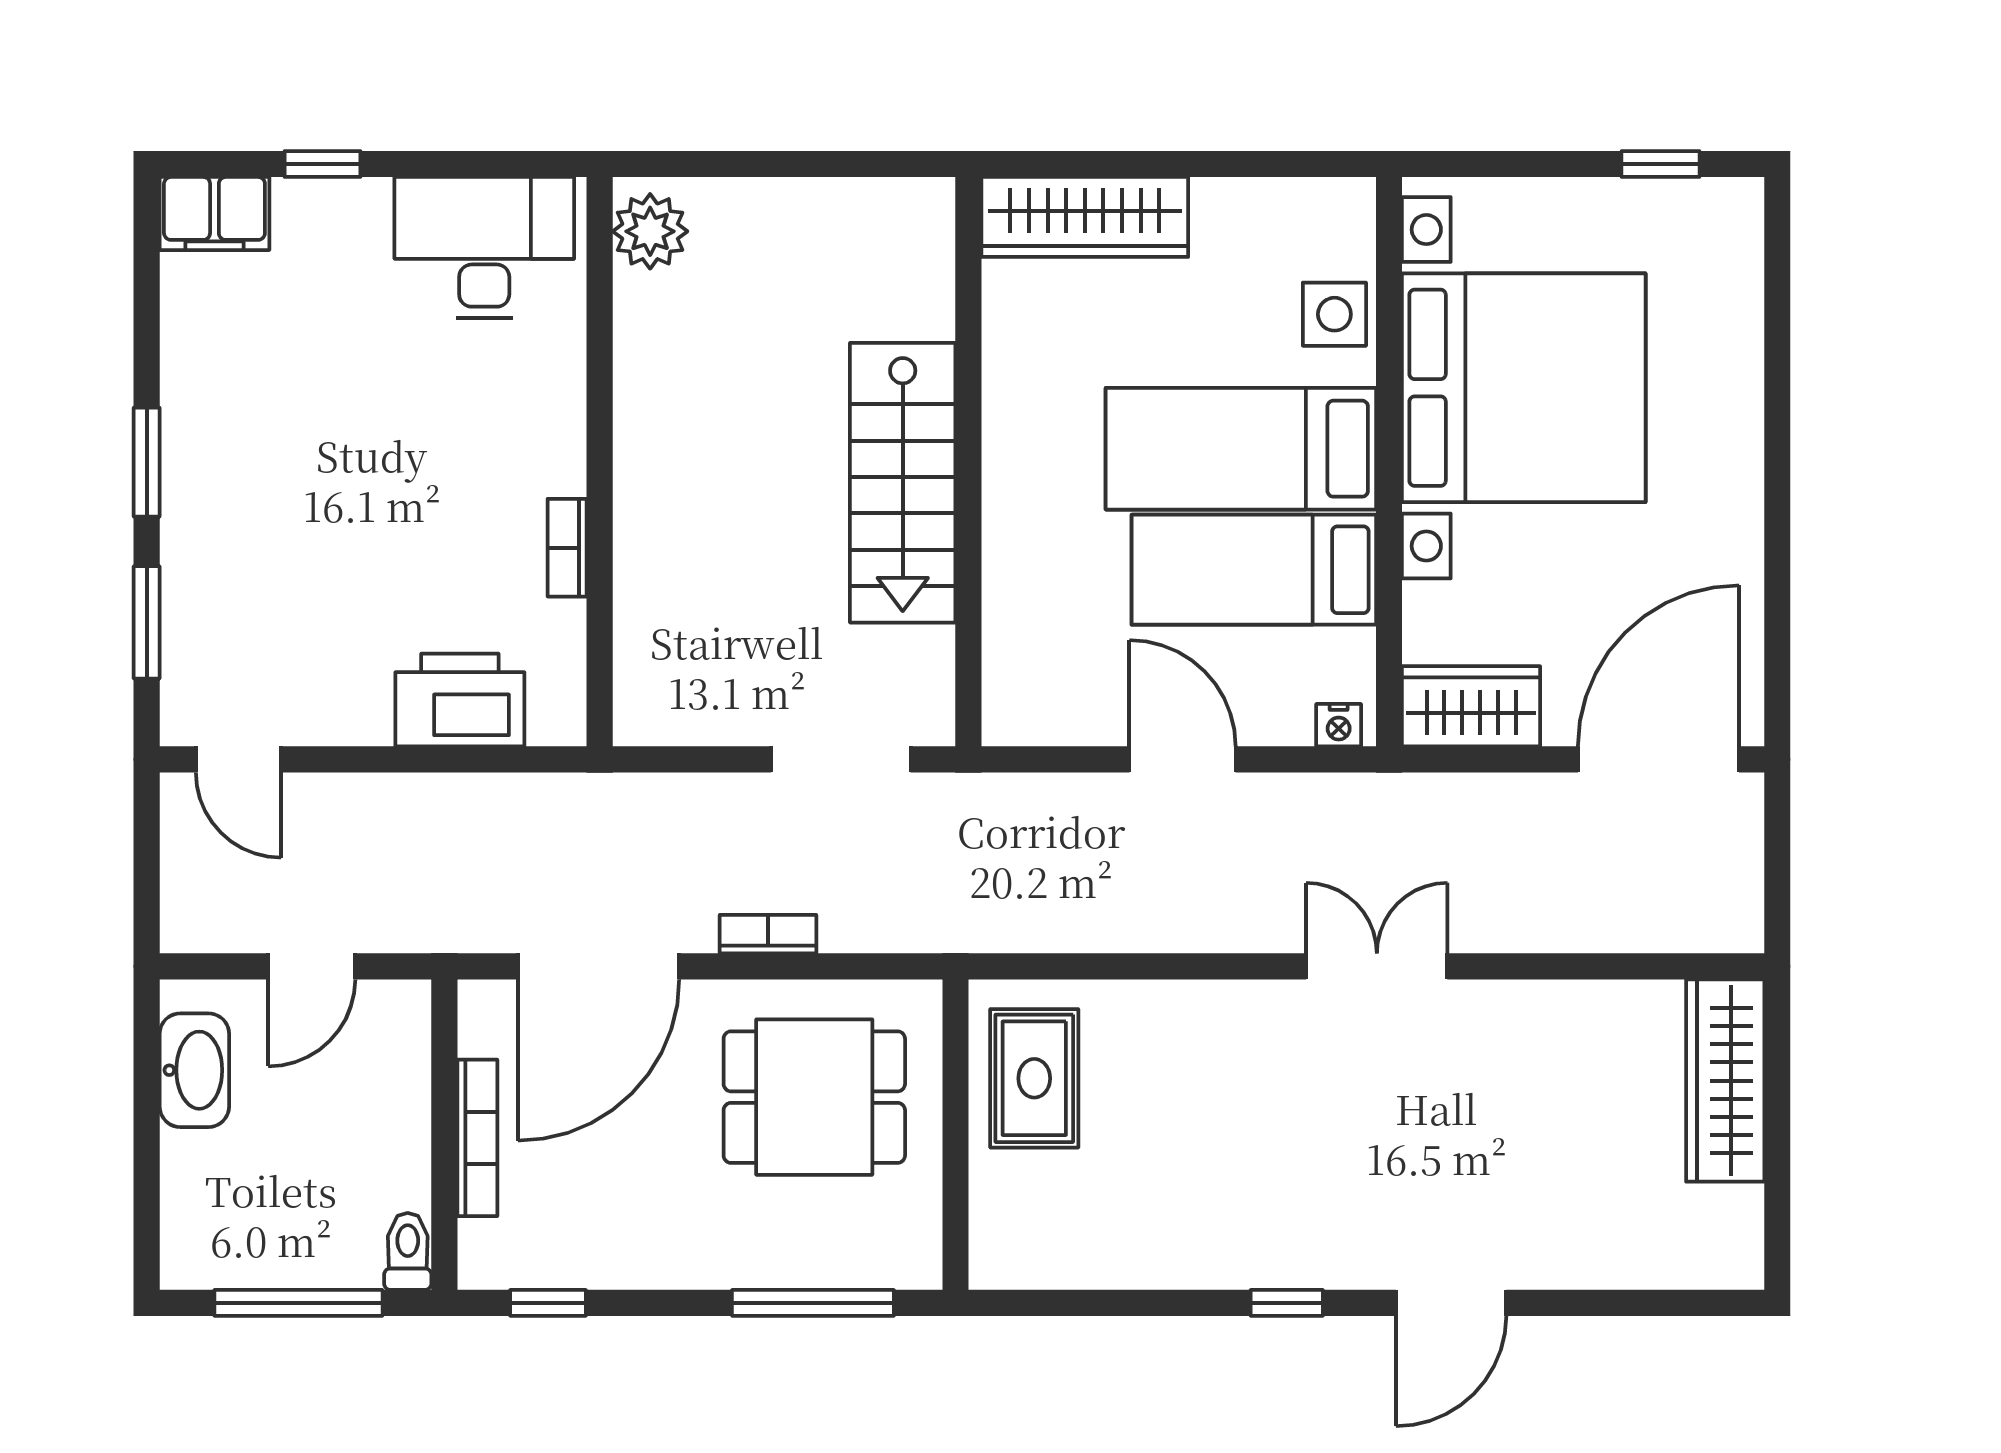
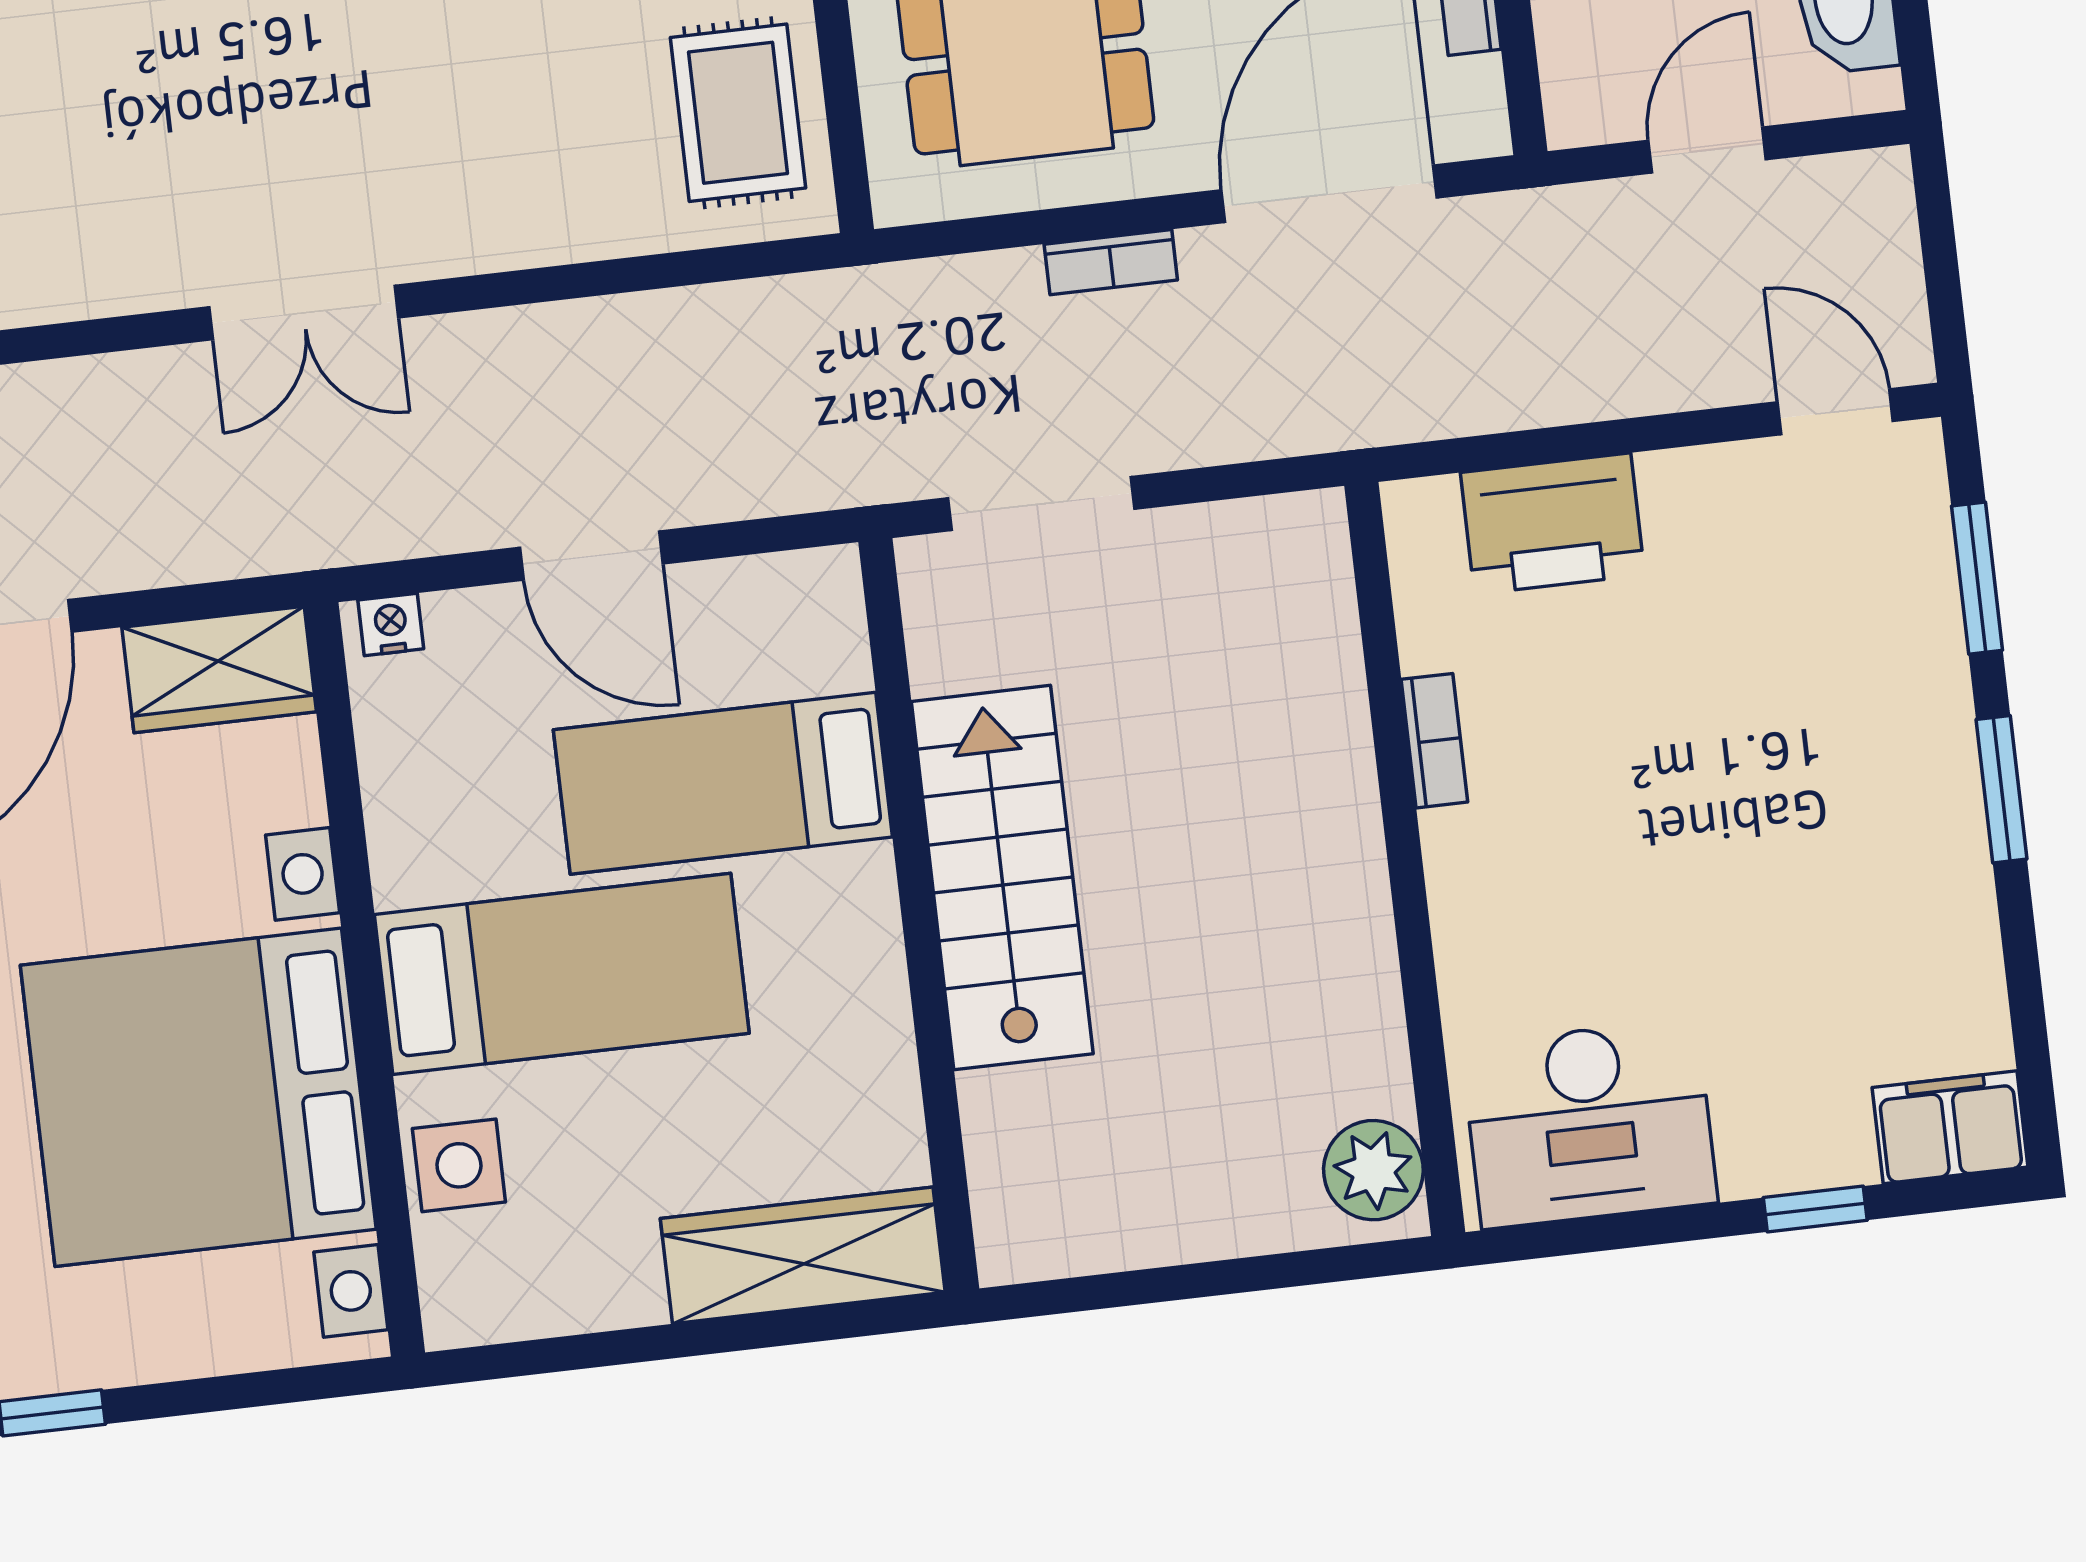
bed: (1254, 570) -> (723, 783), moved, turned 180

